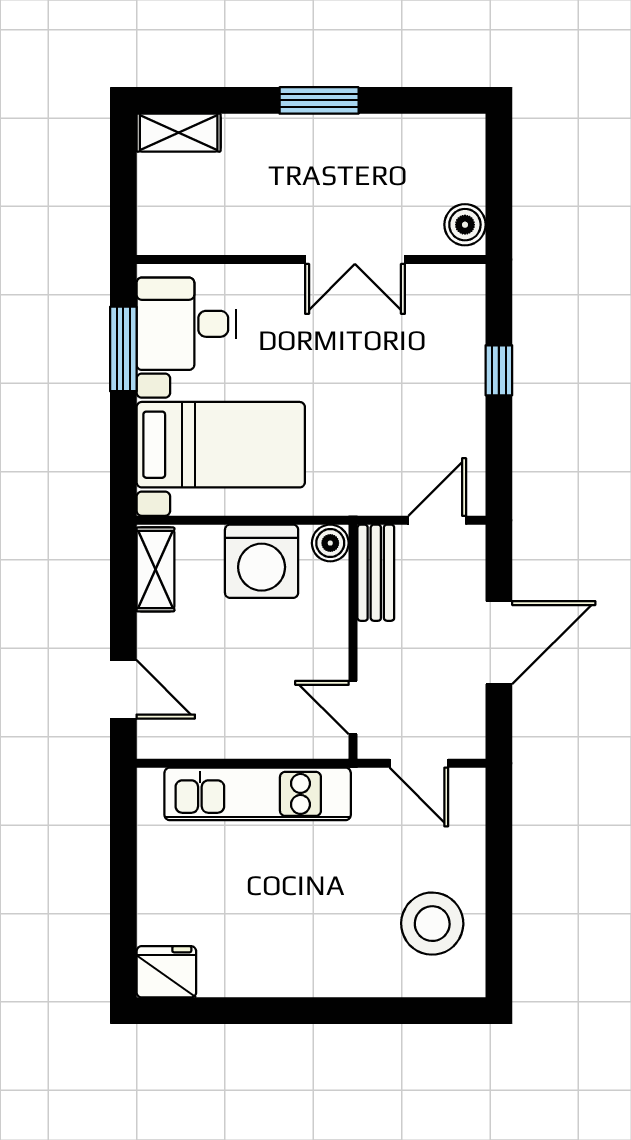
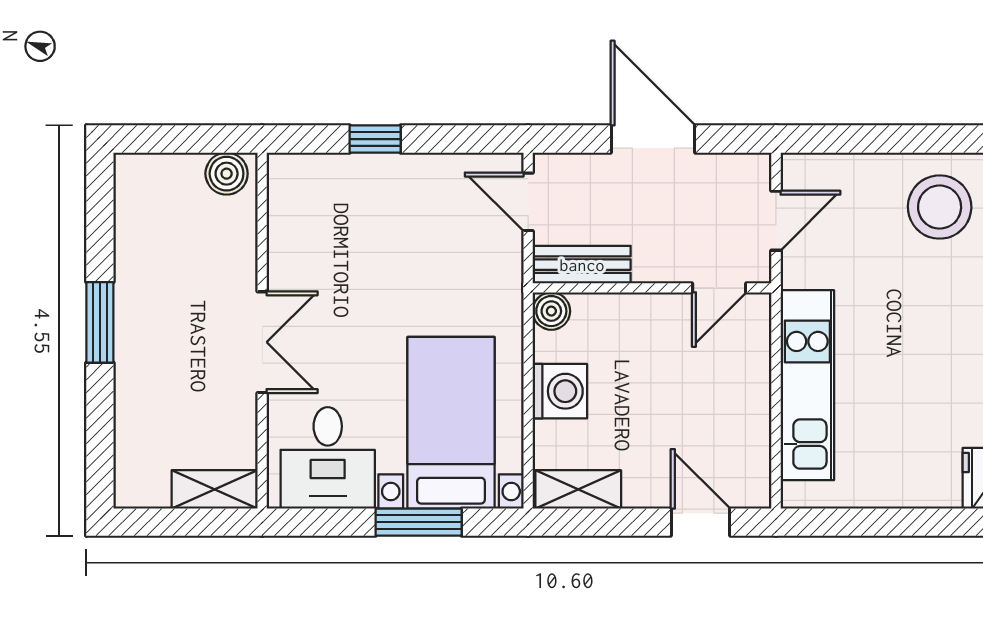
shelving: (179, 133) -> (215, 489), moved, turned 90
double door: (355, 259) -> (262, 342), moved
window: (123, 349) -> (419, 522), moved
washing machine: (262, 561) -> (560, 391), width x0.73, depth x0.73
door: (123, 689) -> (701, 522), hinge flipped

